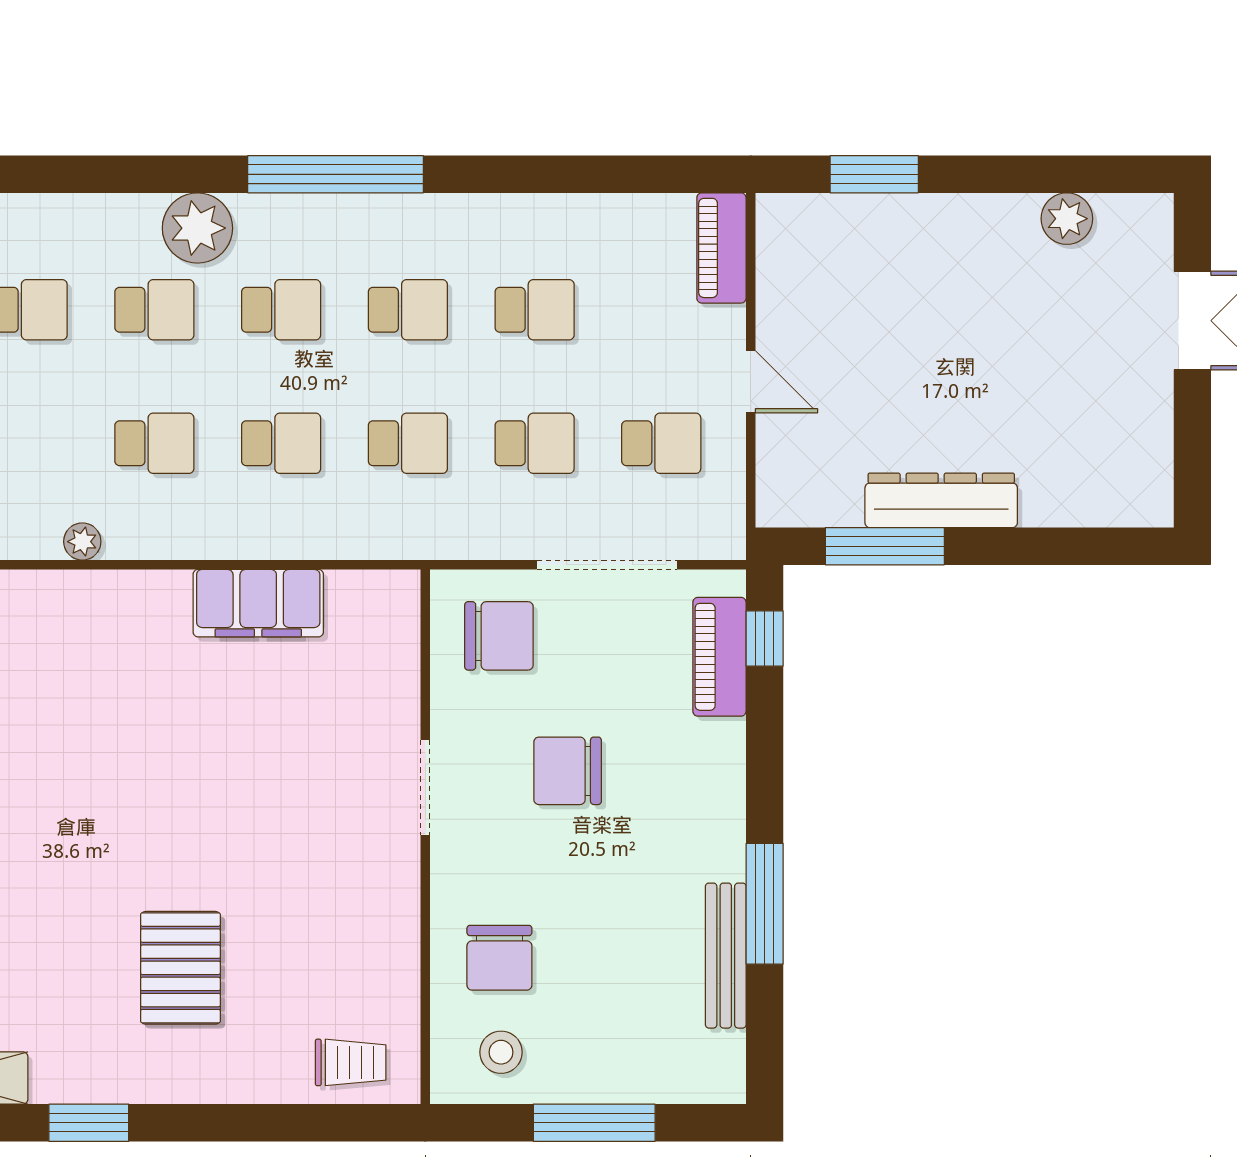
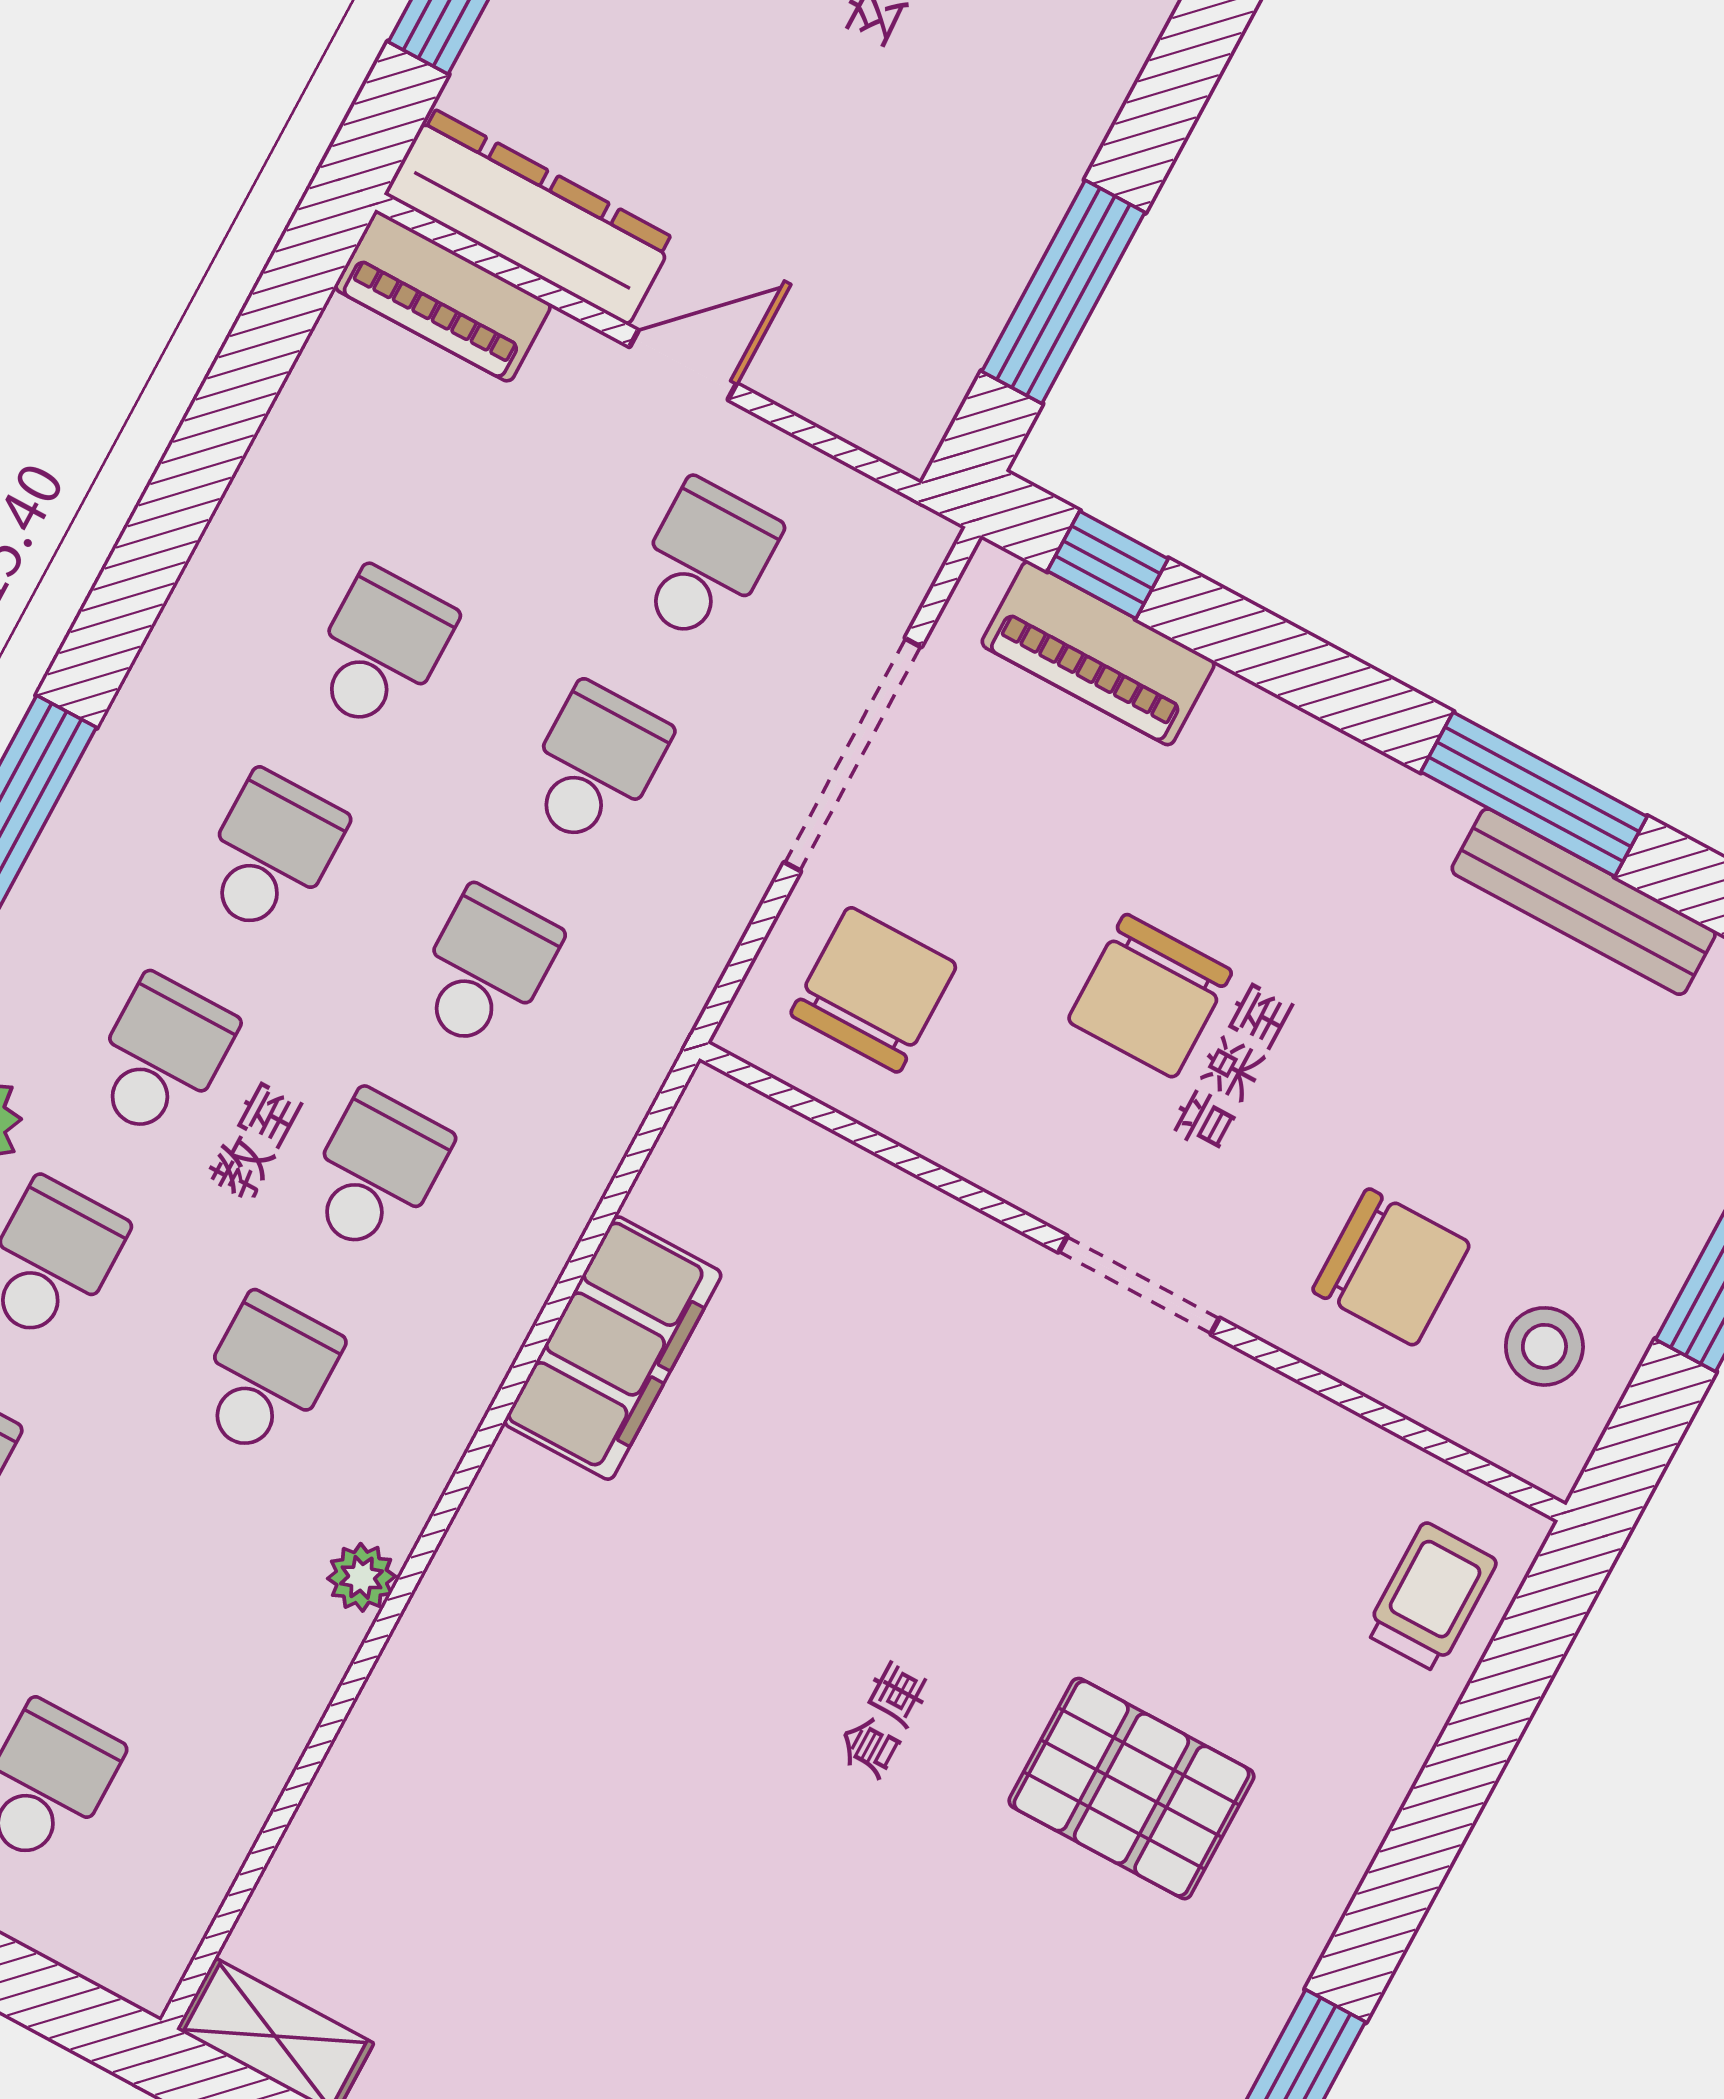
dresser: (941, 500) -> (530, 216), moved, turned 90
doorway: (425, 787) -> (1139, 1285), moved

